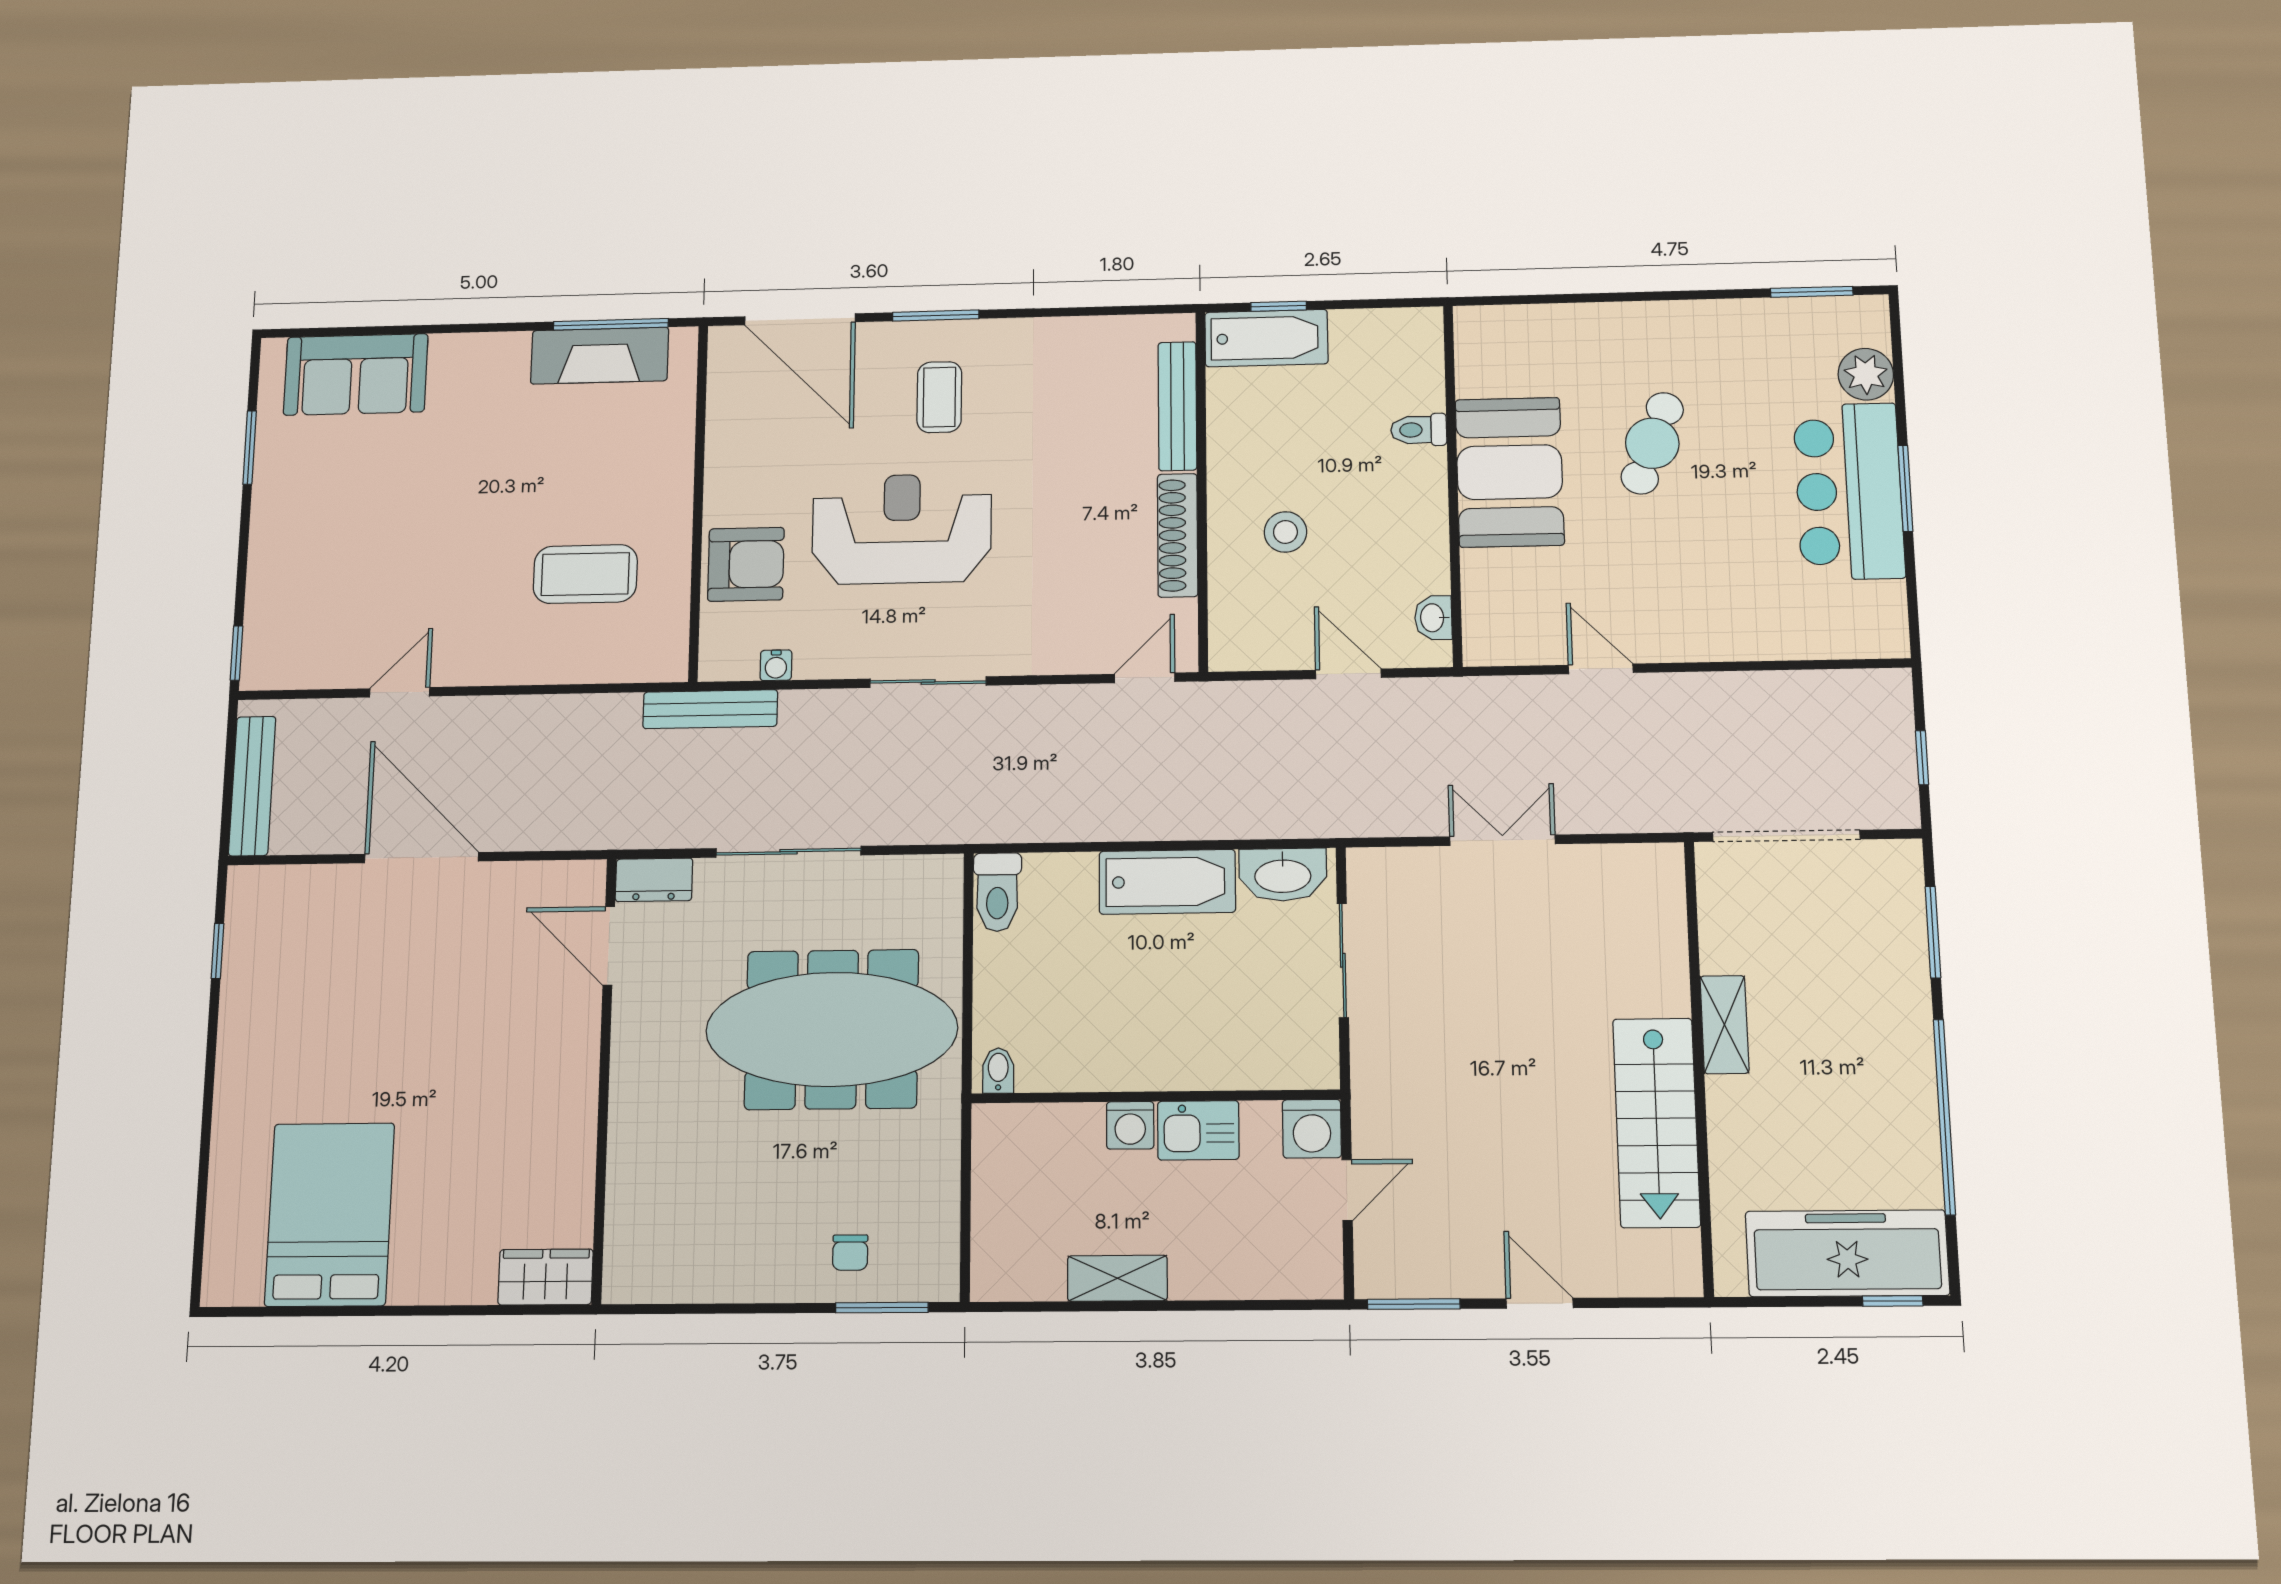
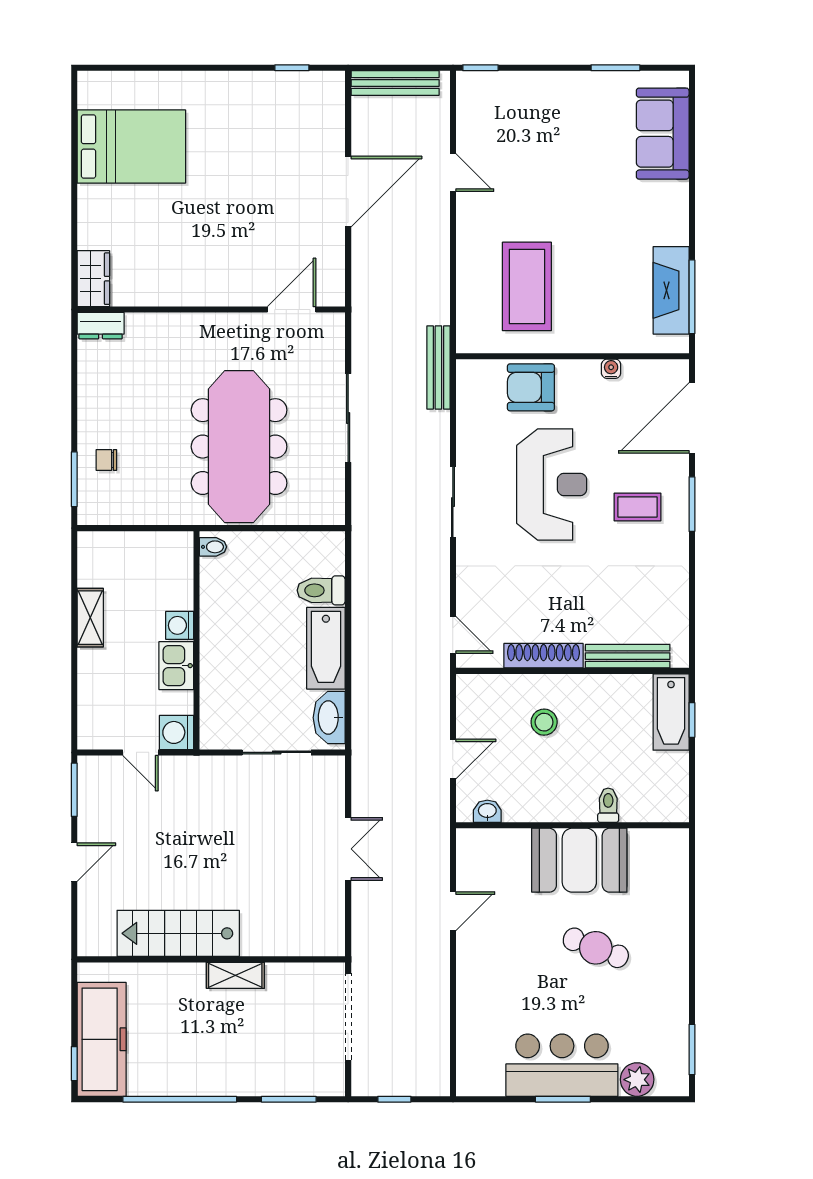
armchair: (746, 564) -> (531, 387), turned 90
coffee table: (585, 574) -> (527, 286), width x1.36, depth x1.32
water cooler: (776, 665) -> (611, 369), moved, turned 90
dresser: (654, 880) -> (101, 326), moved, turned -90
toilet: (997, 892) -> (321, 590), moved

